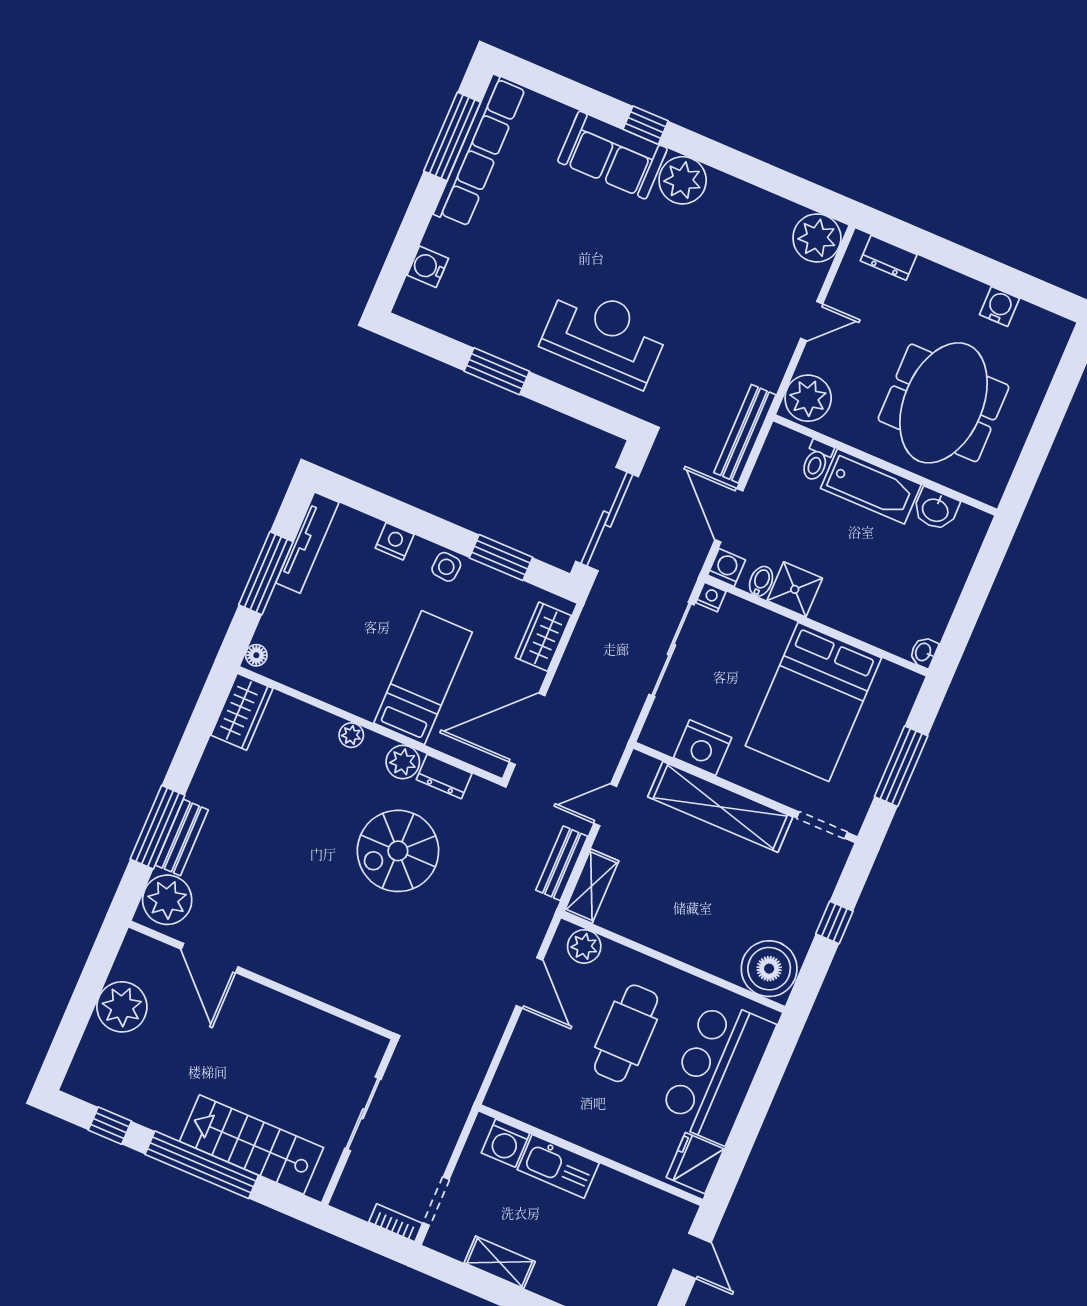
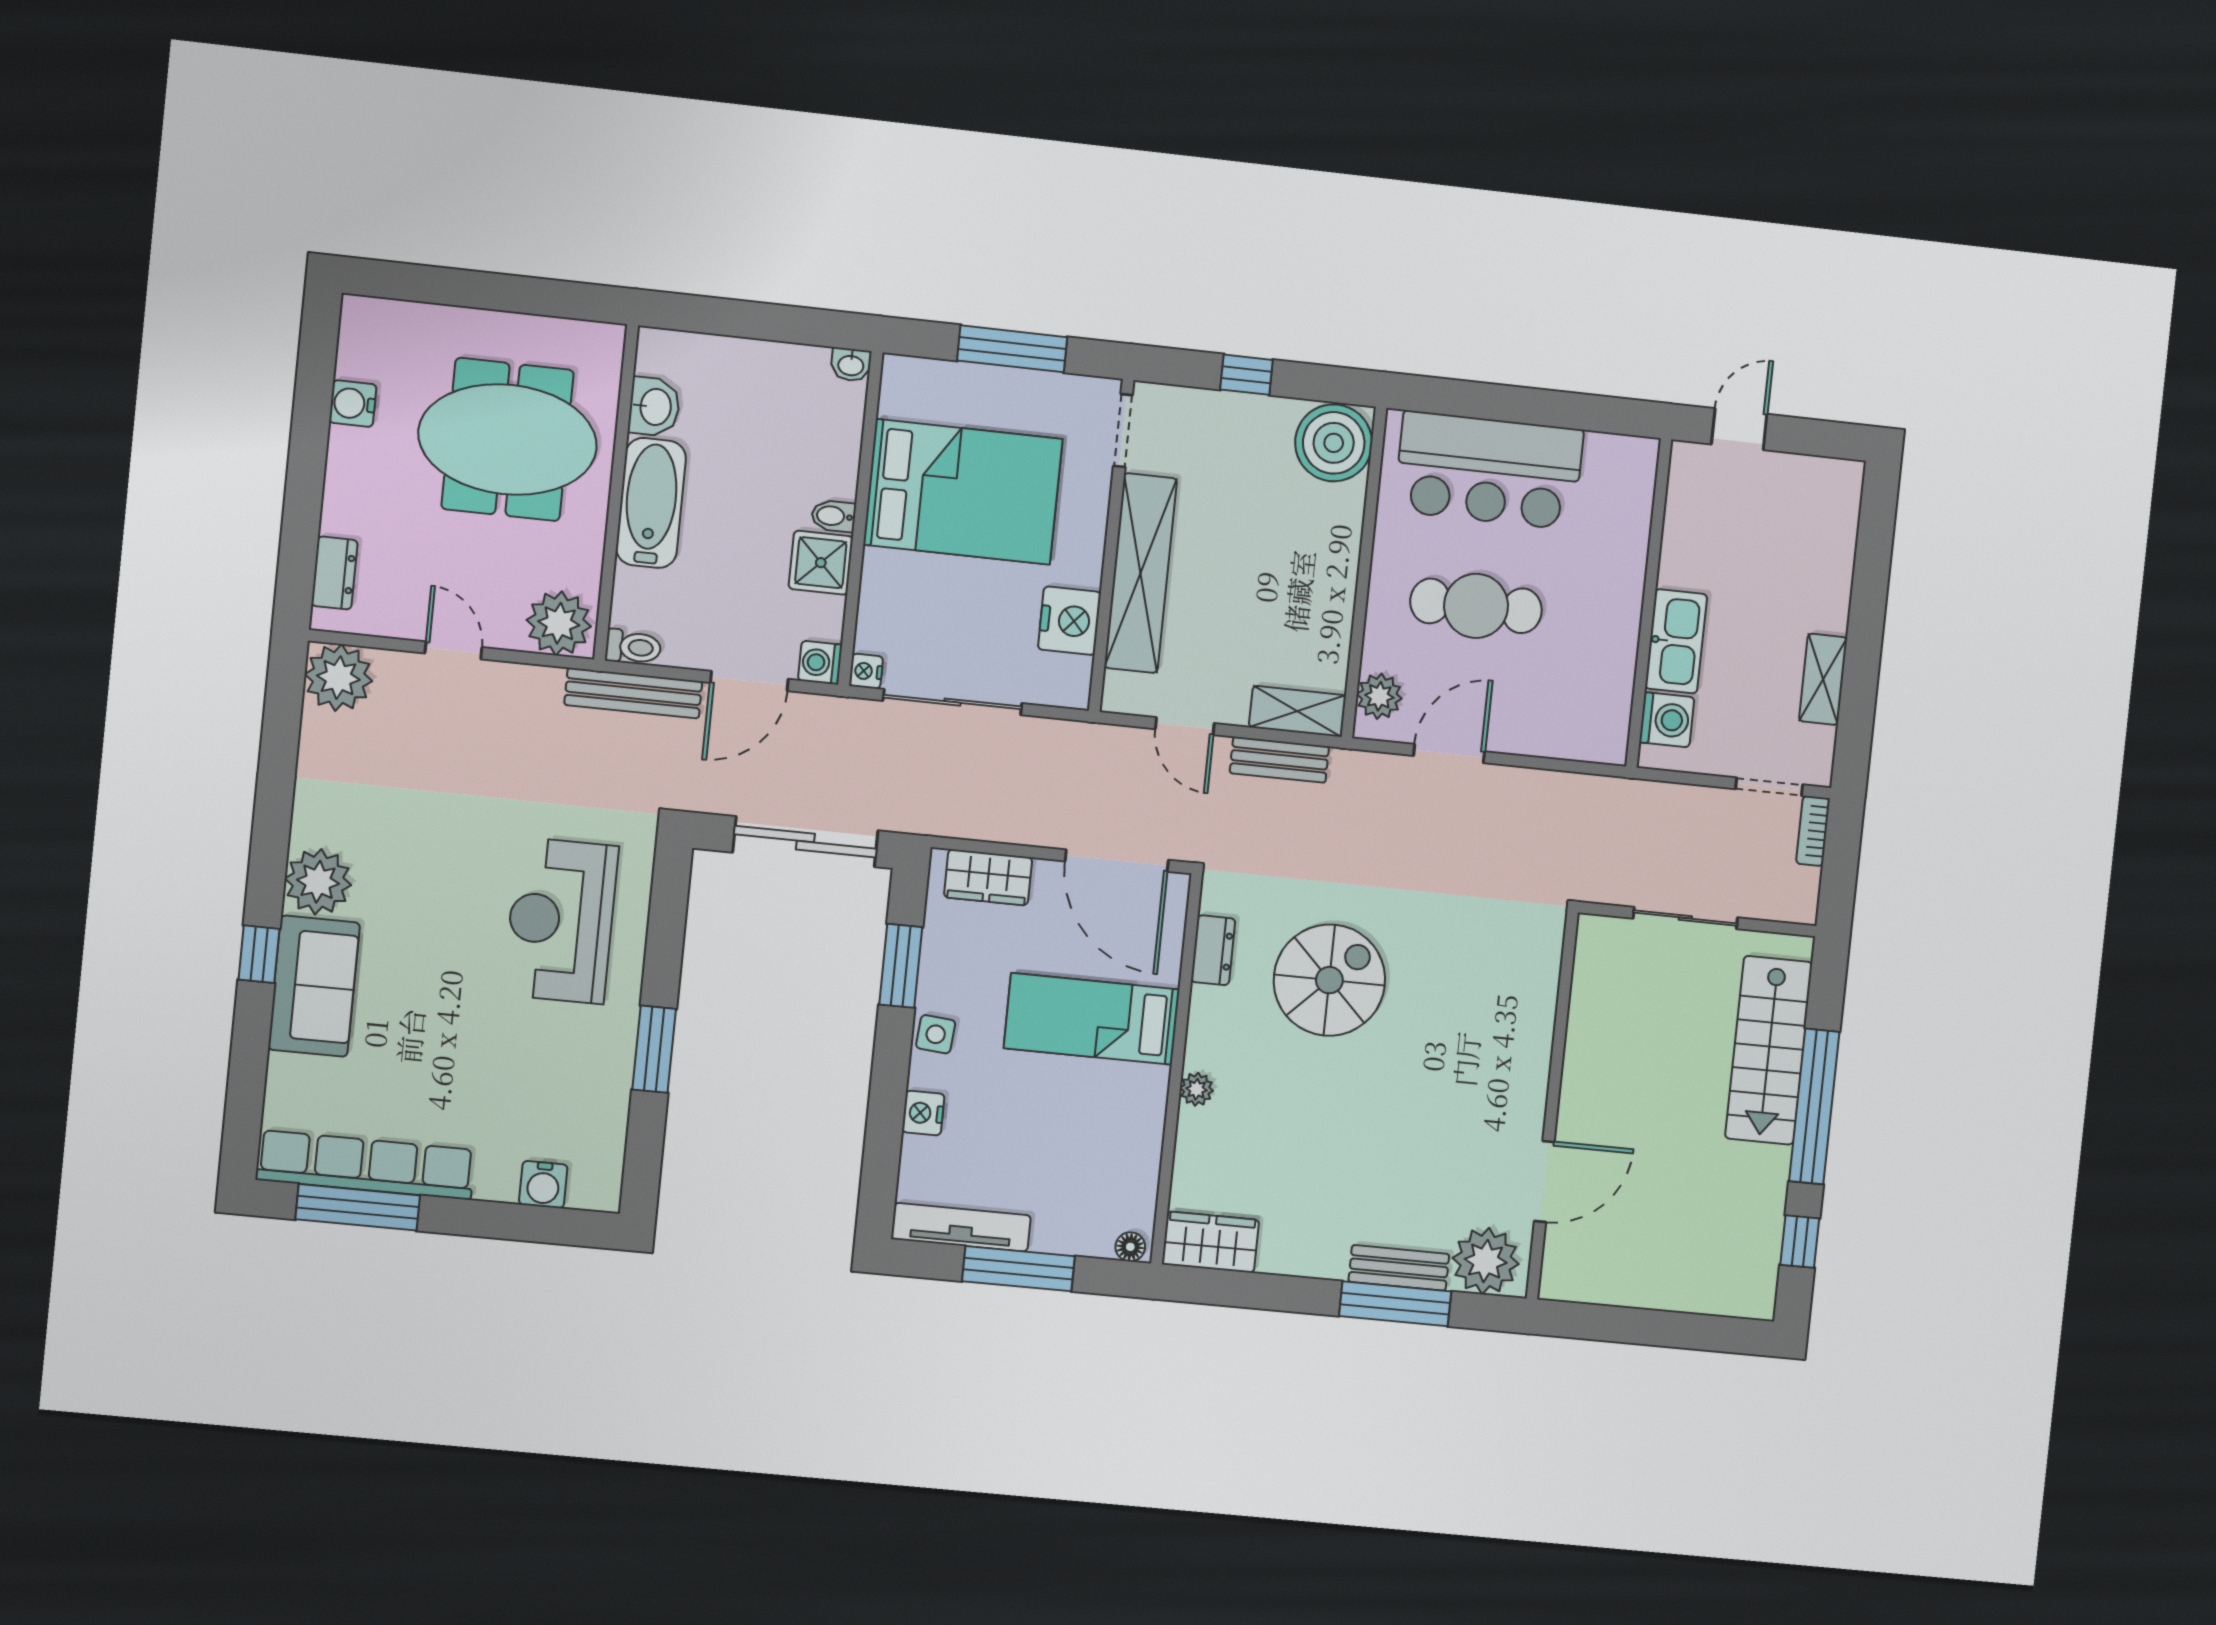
toilet: (817, 461) -> (633, 647), moved
bidet: (761, 581) -> (834, 516), moved
plant: (403, 762) -> (1211, 1010), removed
spiral stairs: (398, 851) -> (1329, 980), turned -90
plant: (122, 1007) -> (1642, 1275), removed
fridge: (695, 1163) -> (1618, 463), removed

